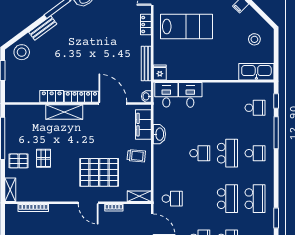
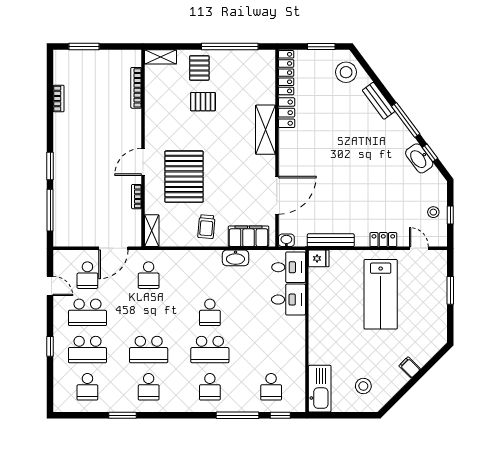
locker: (81, 97) -> (286, 73), moved
school desk: (255, 199) -> (149, 387), width x0.54

